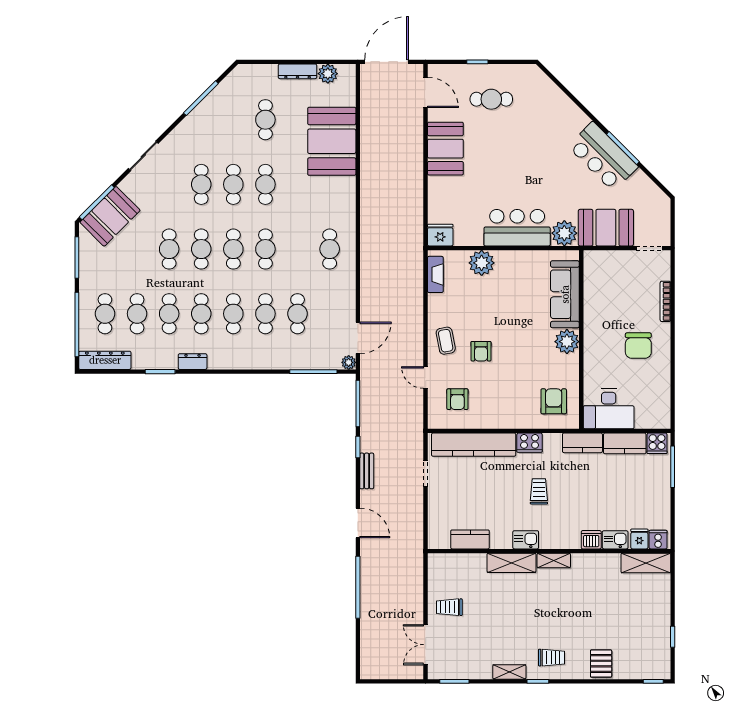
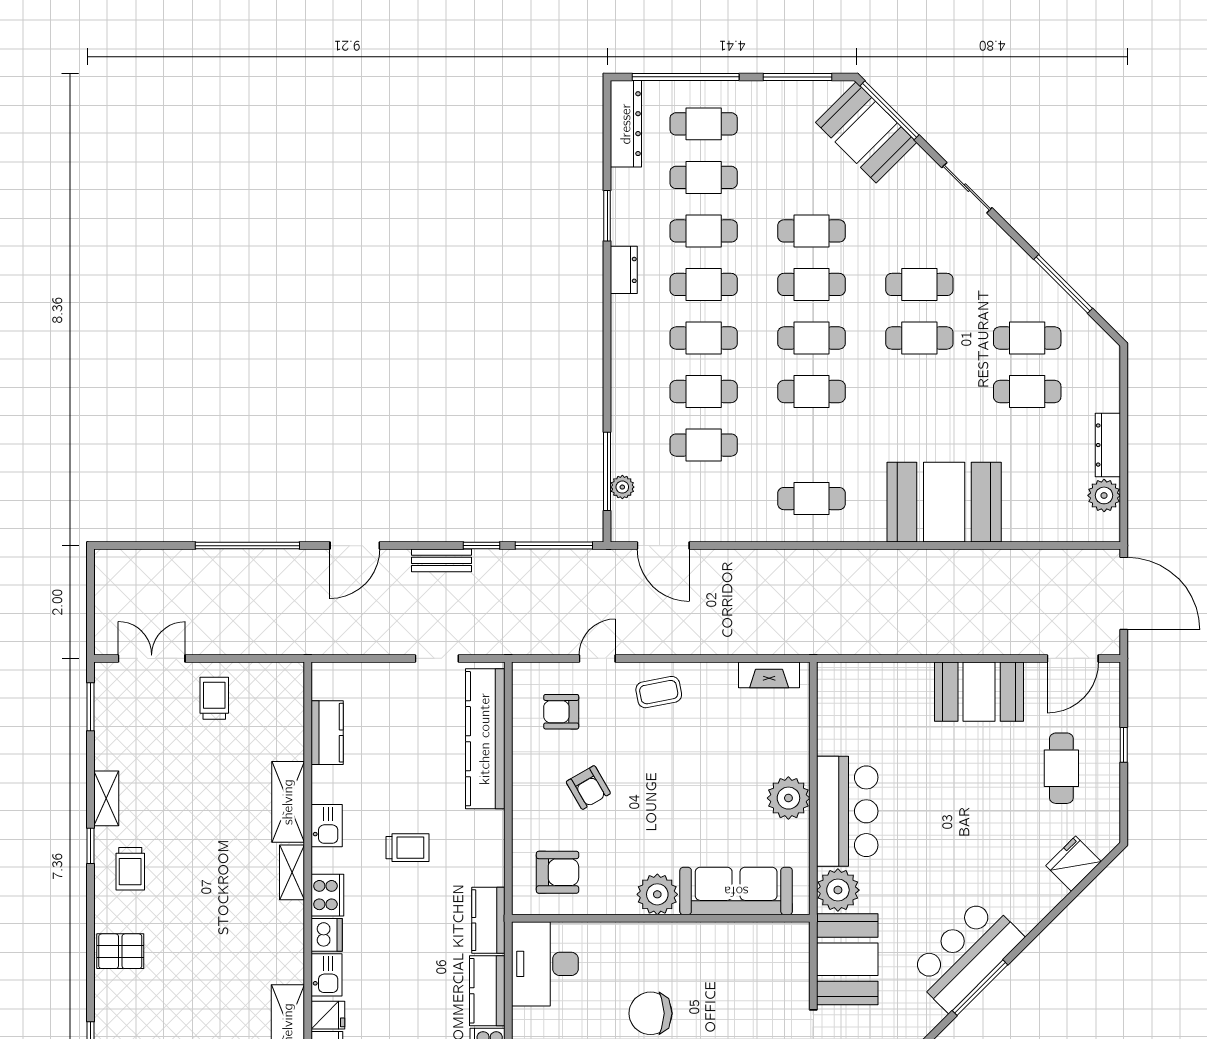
booth: (332, 141) -> (944, 502), moved
cafe table: (265, 184) -> (1027, 338), moved
fridge: (440, 235) -> (1074, 864), moved, turned -135
plant: (482, 263) -> (788, 798), moved
armchair: (481, 351) -> (588, 788), moved, turned -120
plant: (349, 362) -> (622, 487), moved
cooker: (530, 443) -> (327, 895), moved, turned 180

